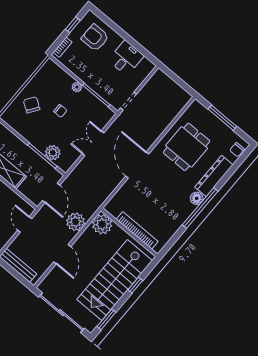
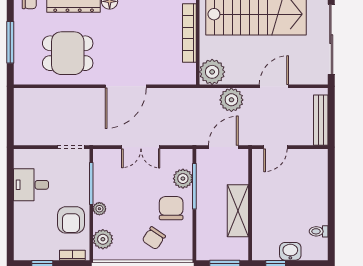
armchair: (95, 38) -> (71, 220), moved
plant: (57, 74) -> (103, 239), added
chair: (60, 111) -> (171, 208), moved, width x1.87, depth x1.87

